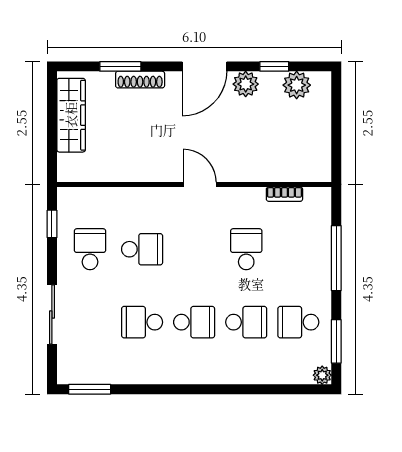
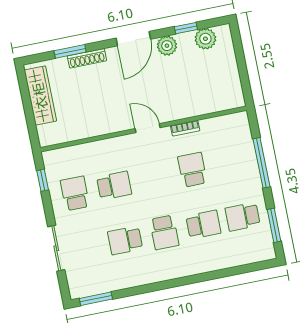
bookcase: (284, 194) -> (185, 128), moved
school desk: (194, 322) -> (164, 232), turned 90
plant: (322, 375) -> (269, 253), removed

